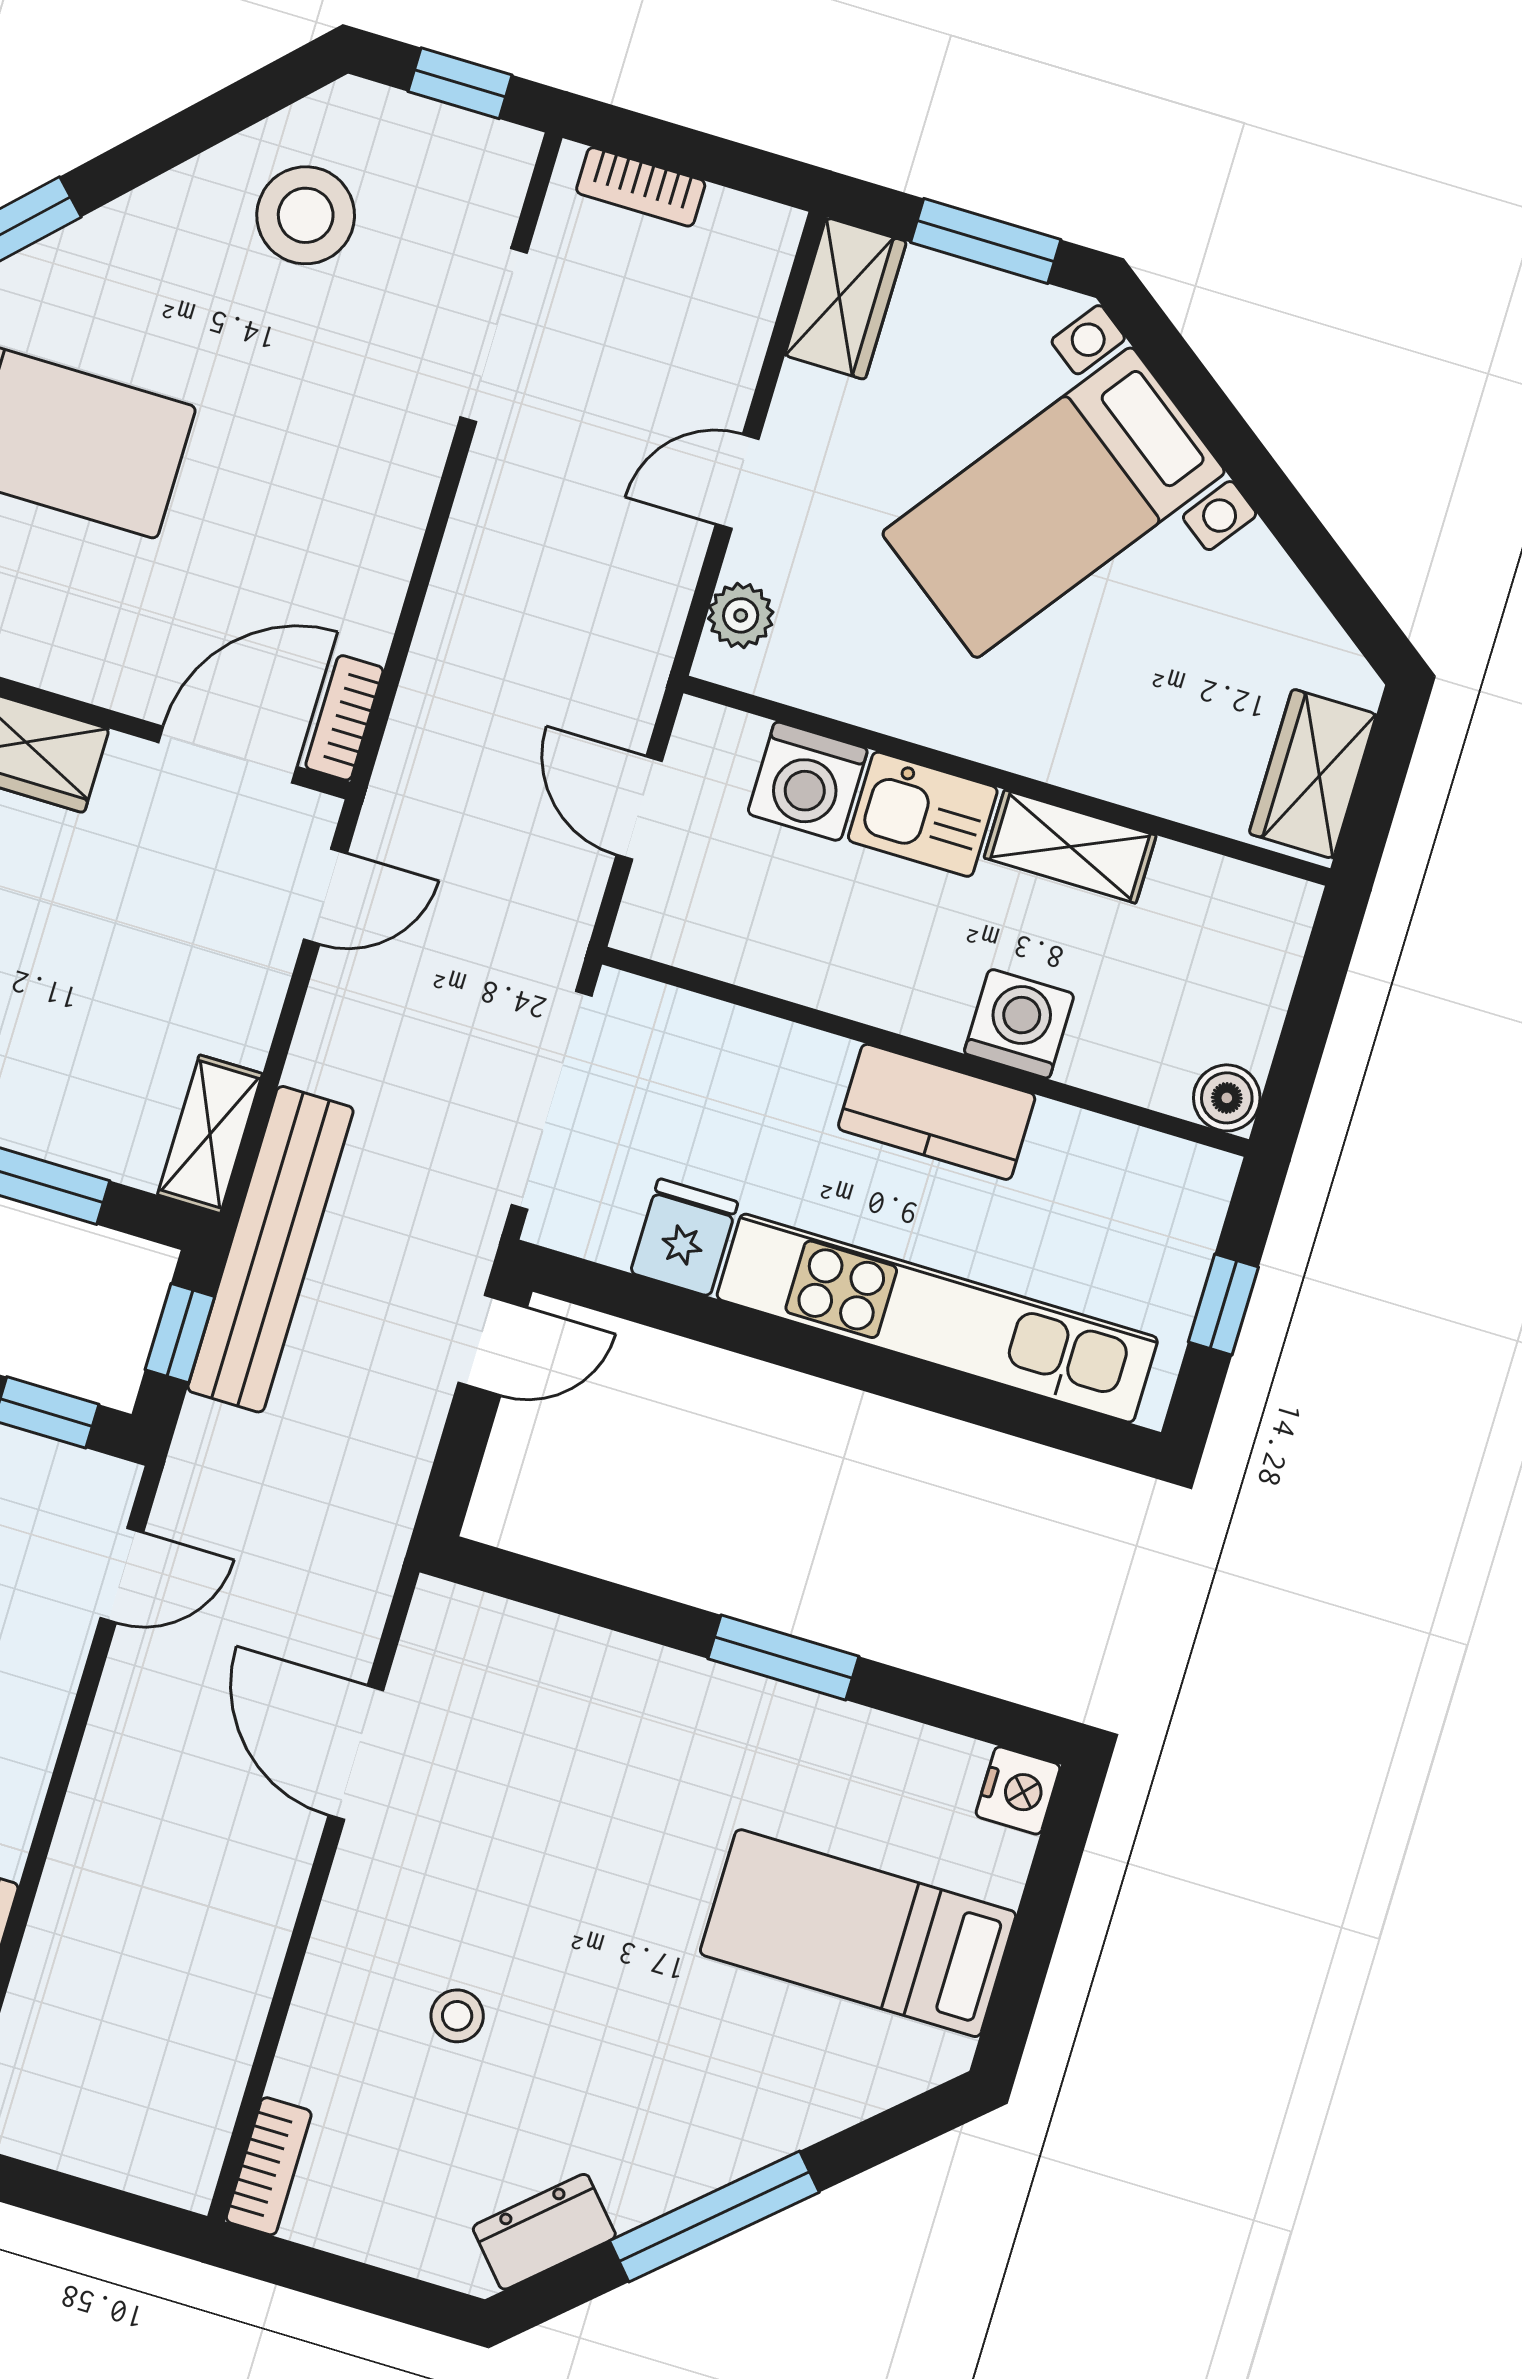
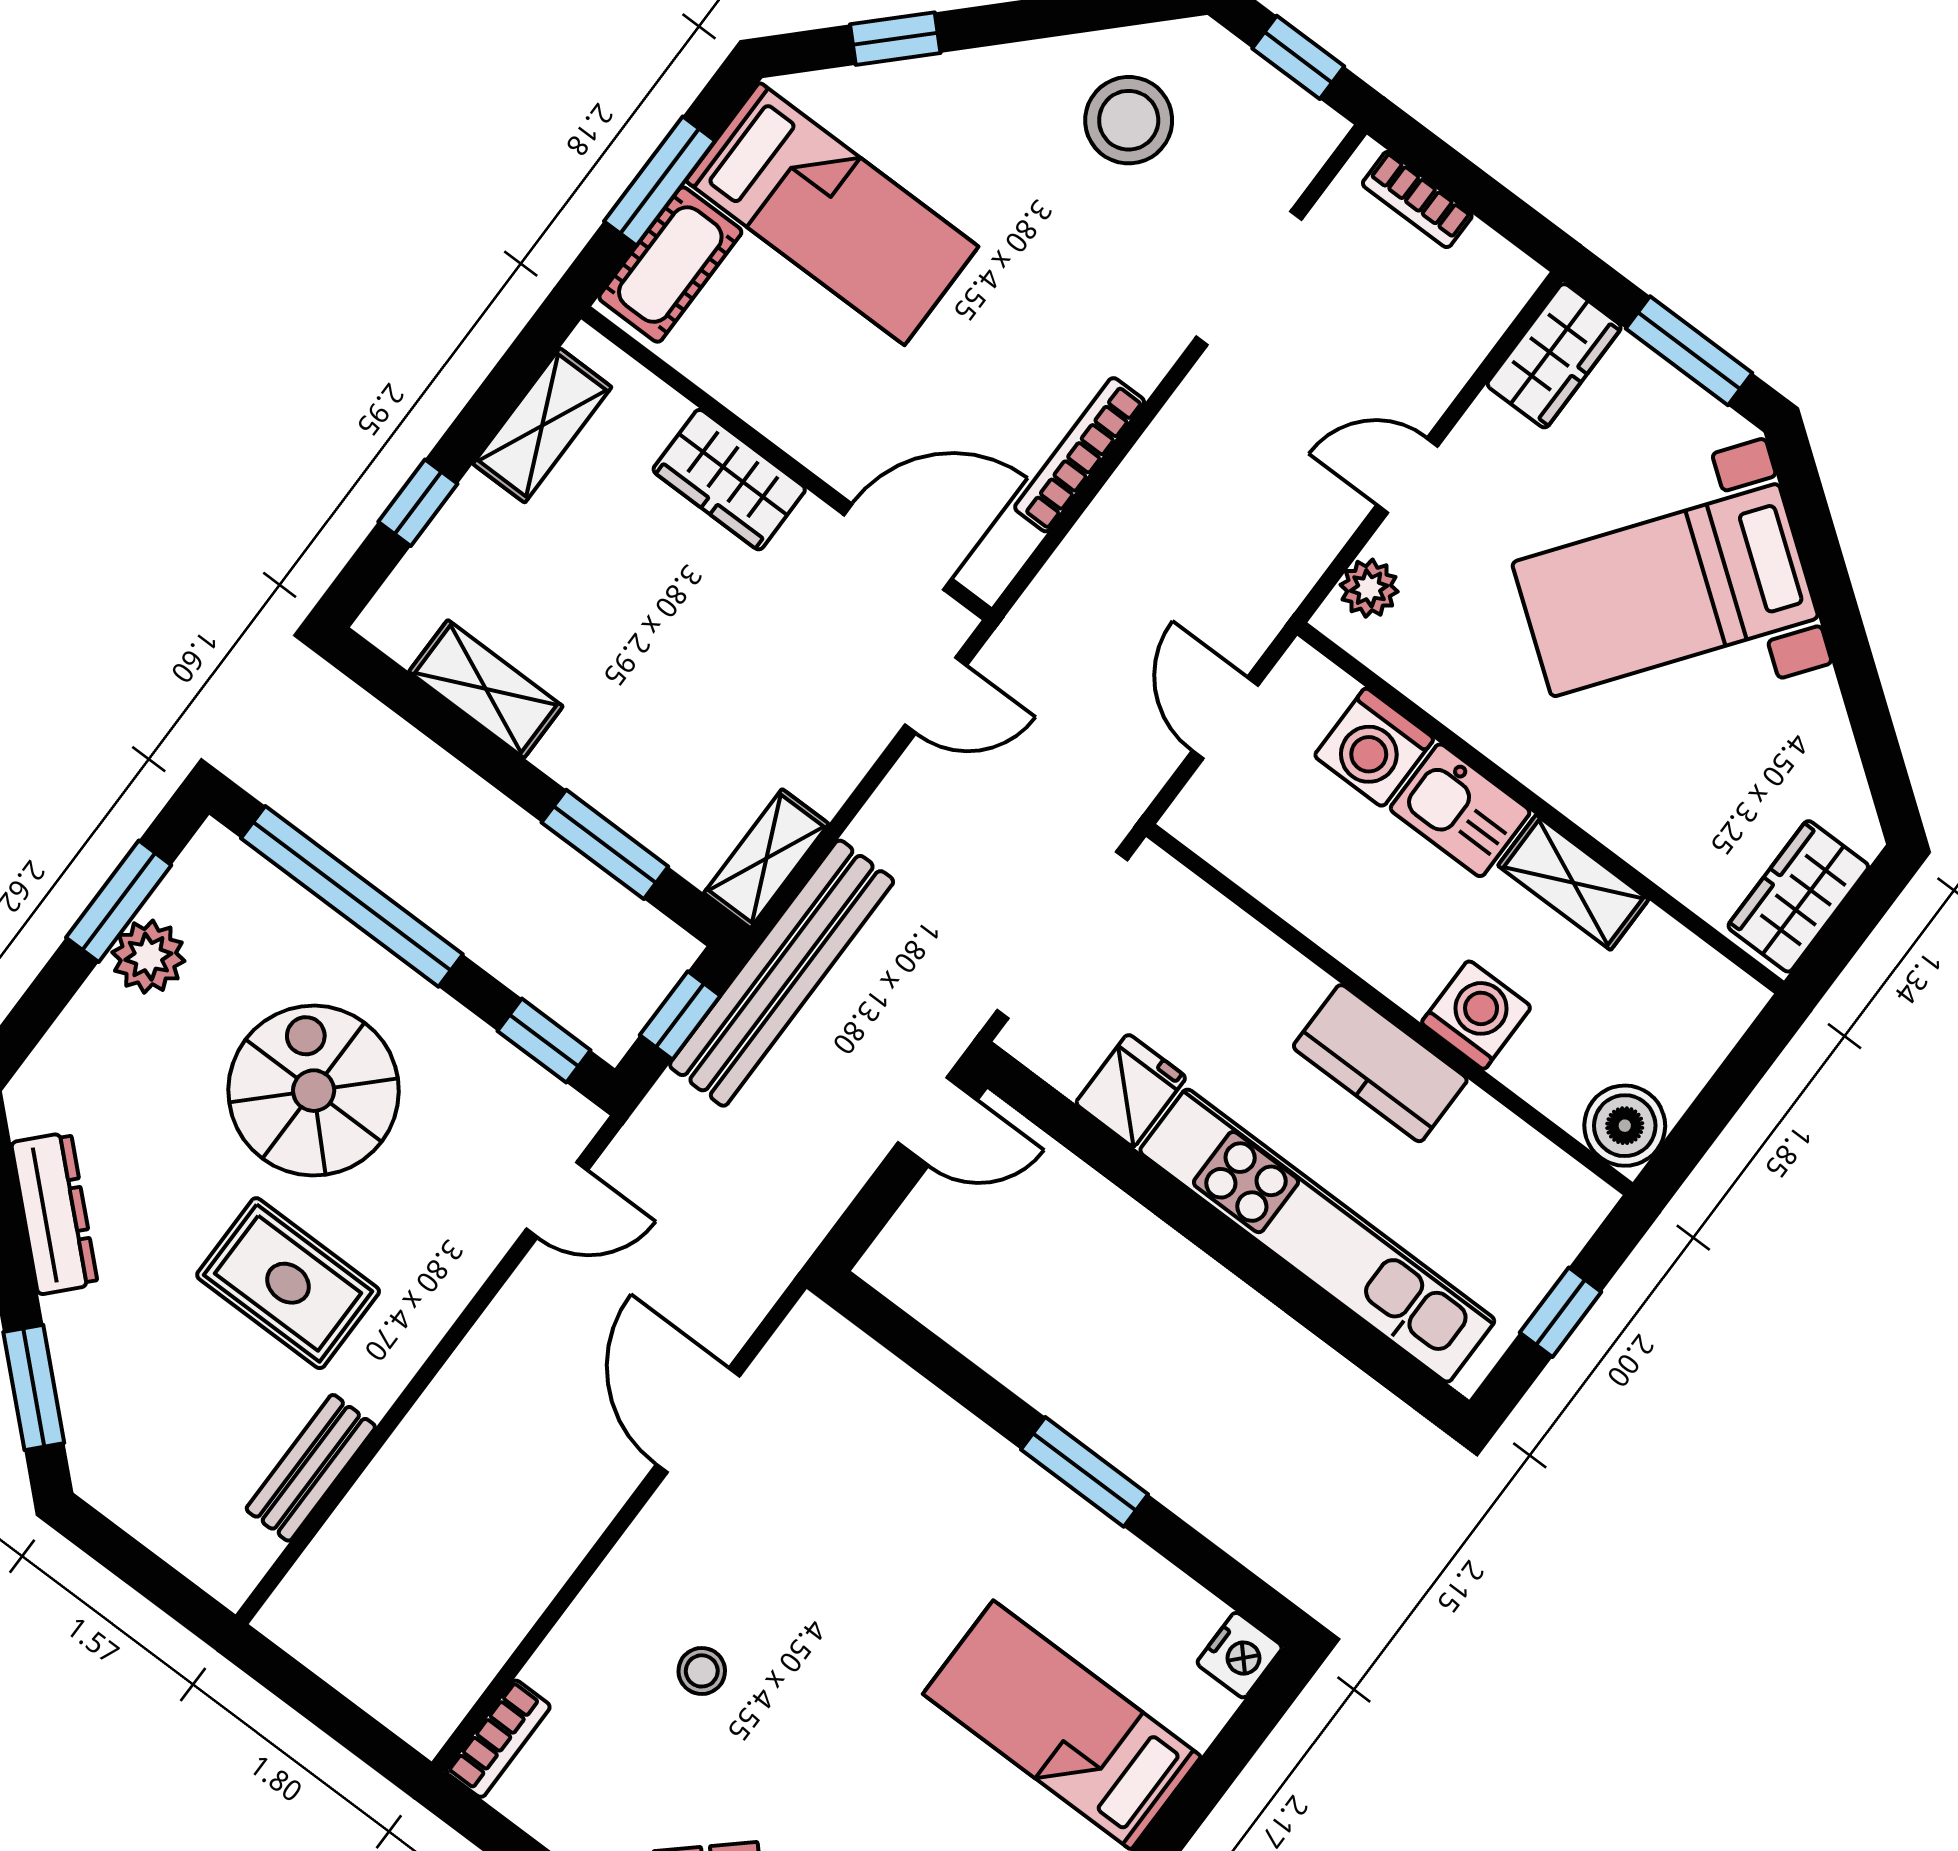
bookcase: (344, 718) -> (1080, 455), moved, width x1.56
boiler: (1227, 1098) -> (1625, 1126), width x1.36, depth x1.36

